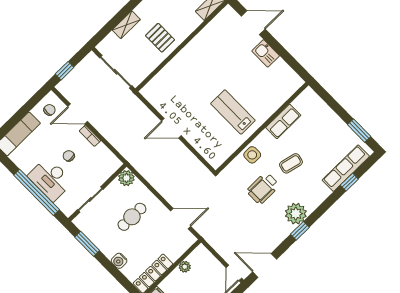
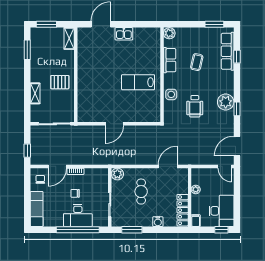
plant: (308, 96) -> (169, 33), added
coffee table: (291, 163) -> (197, 62), moved

